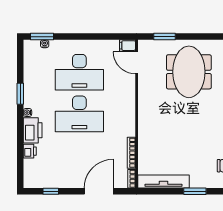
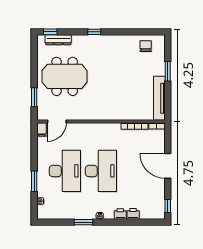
window: (42, 37) -> (34, 181), moved
printer: (33, 130) -> (120, 214), width x0.53, depth x0.68
window: (51, 191) -> (168, 206), moved
door: (99, 191) -> (168, 166), moved

